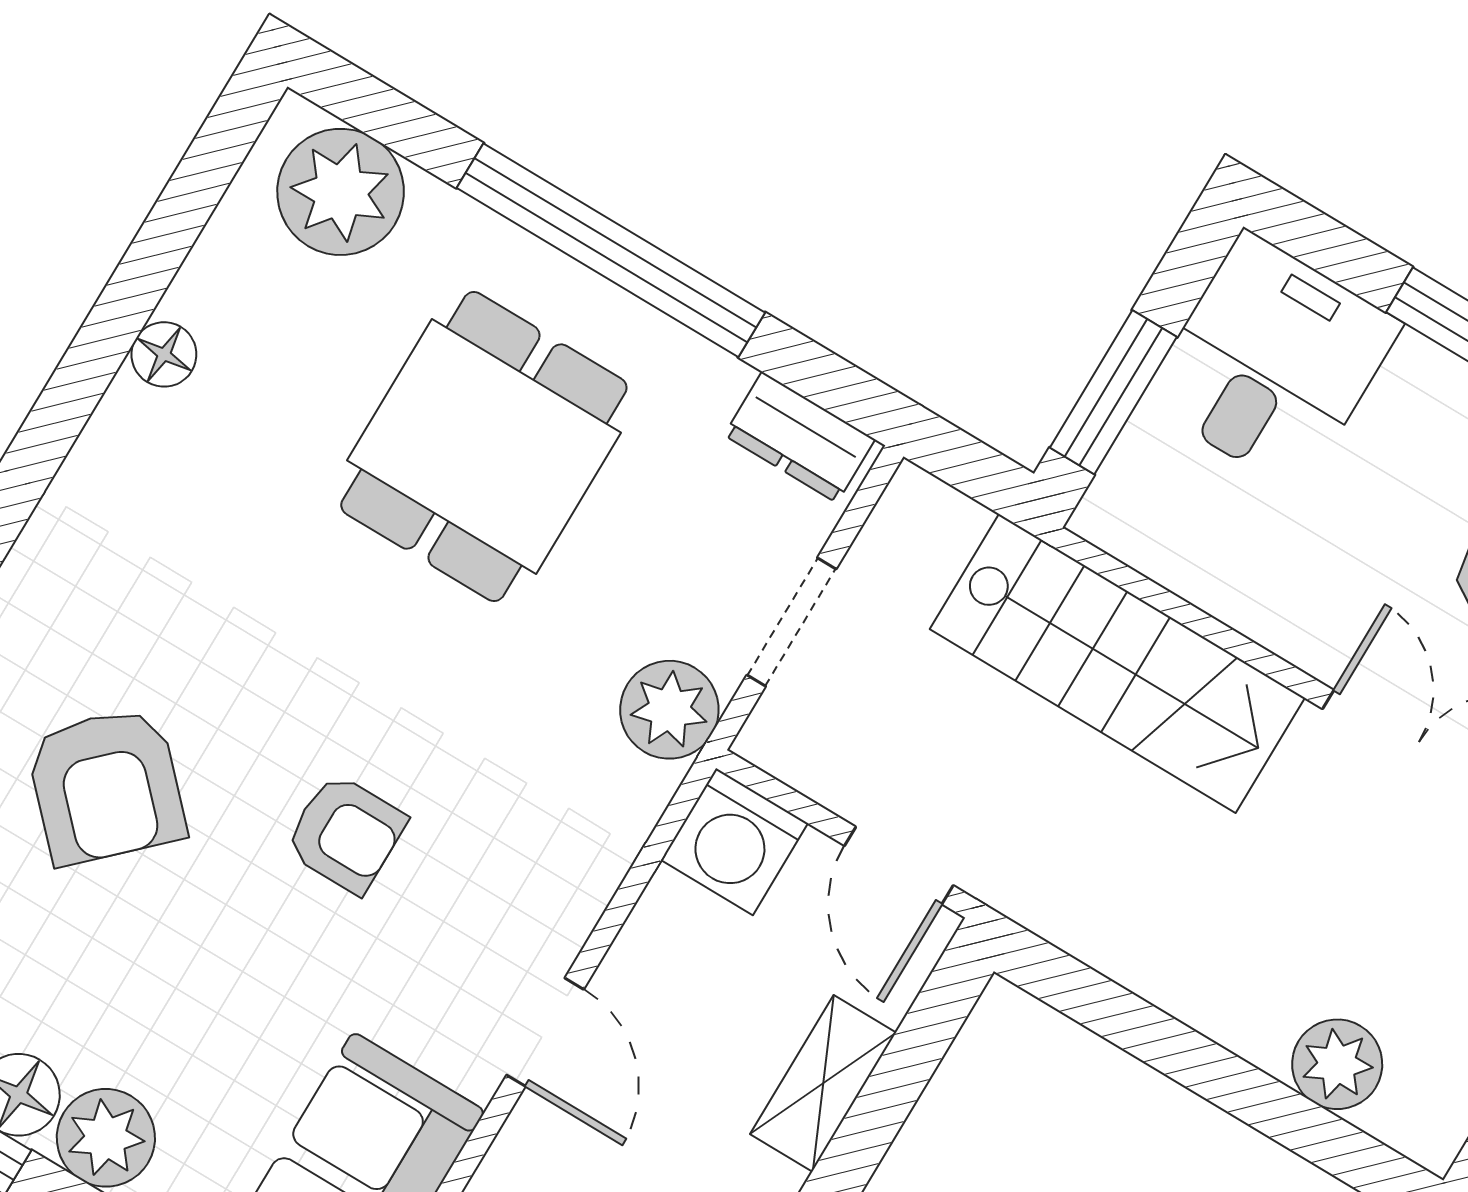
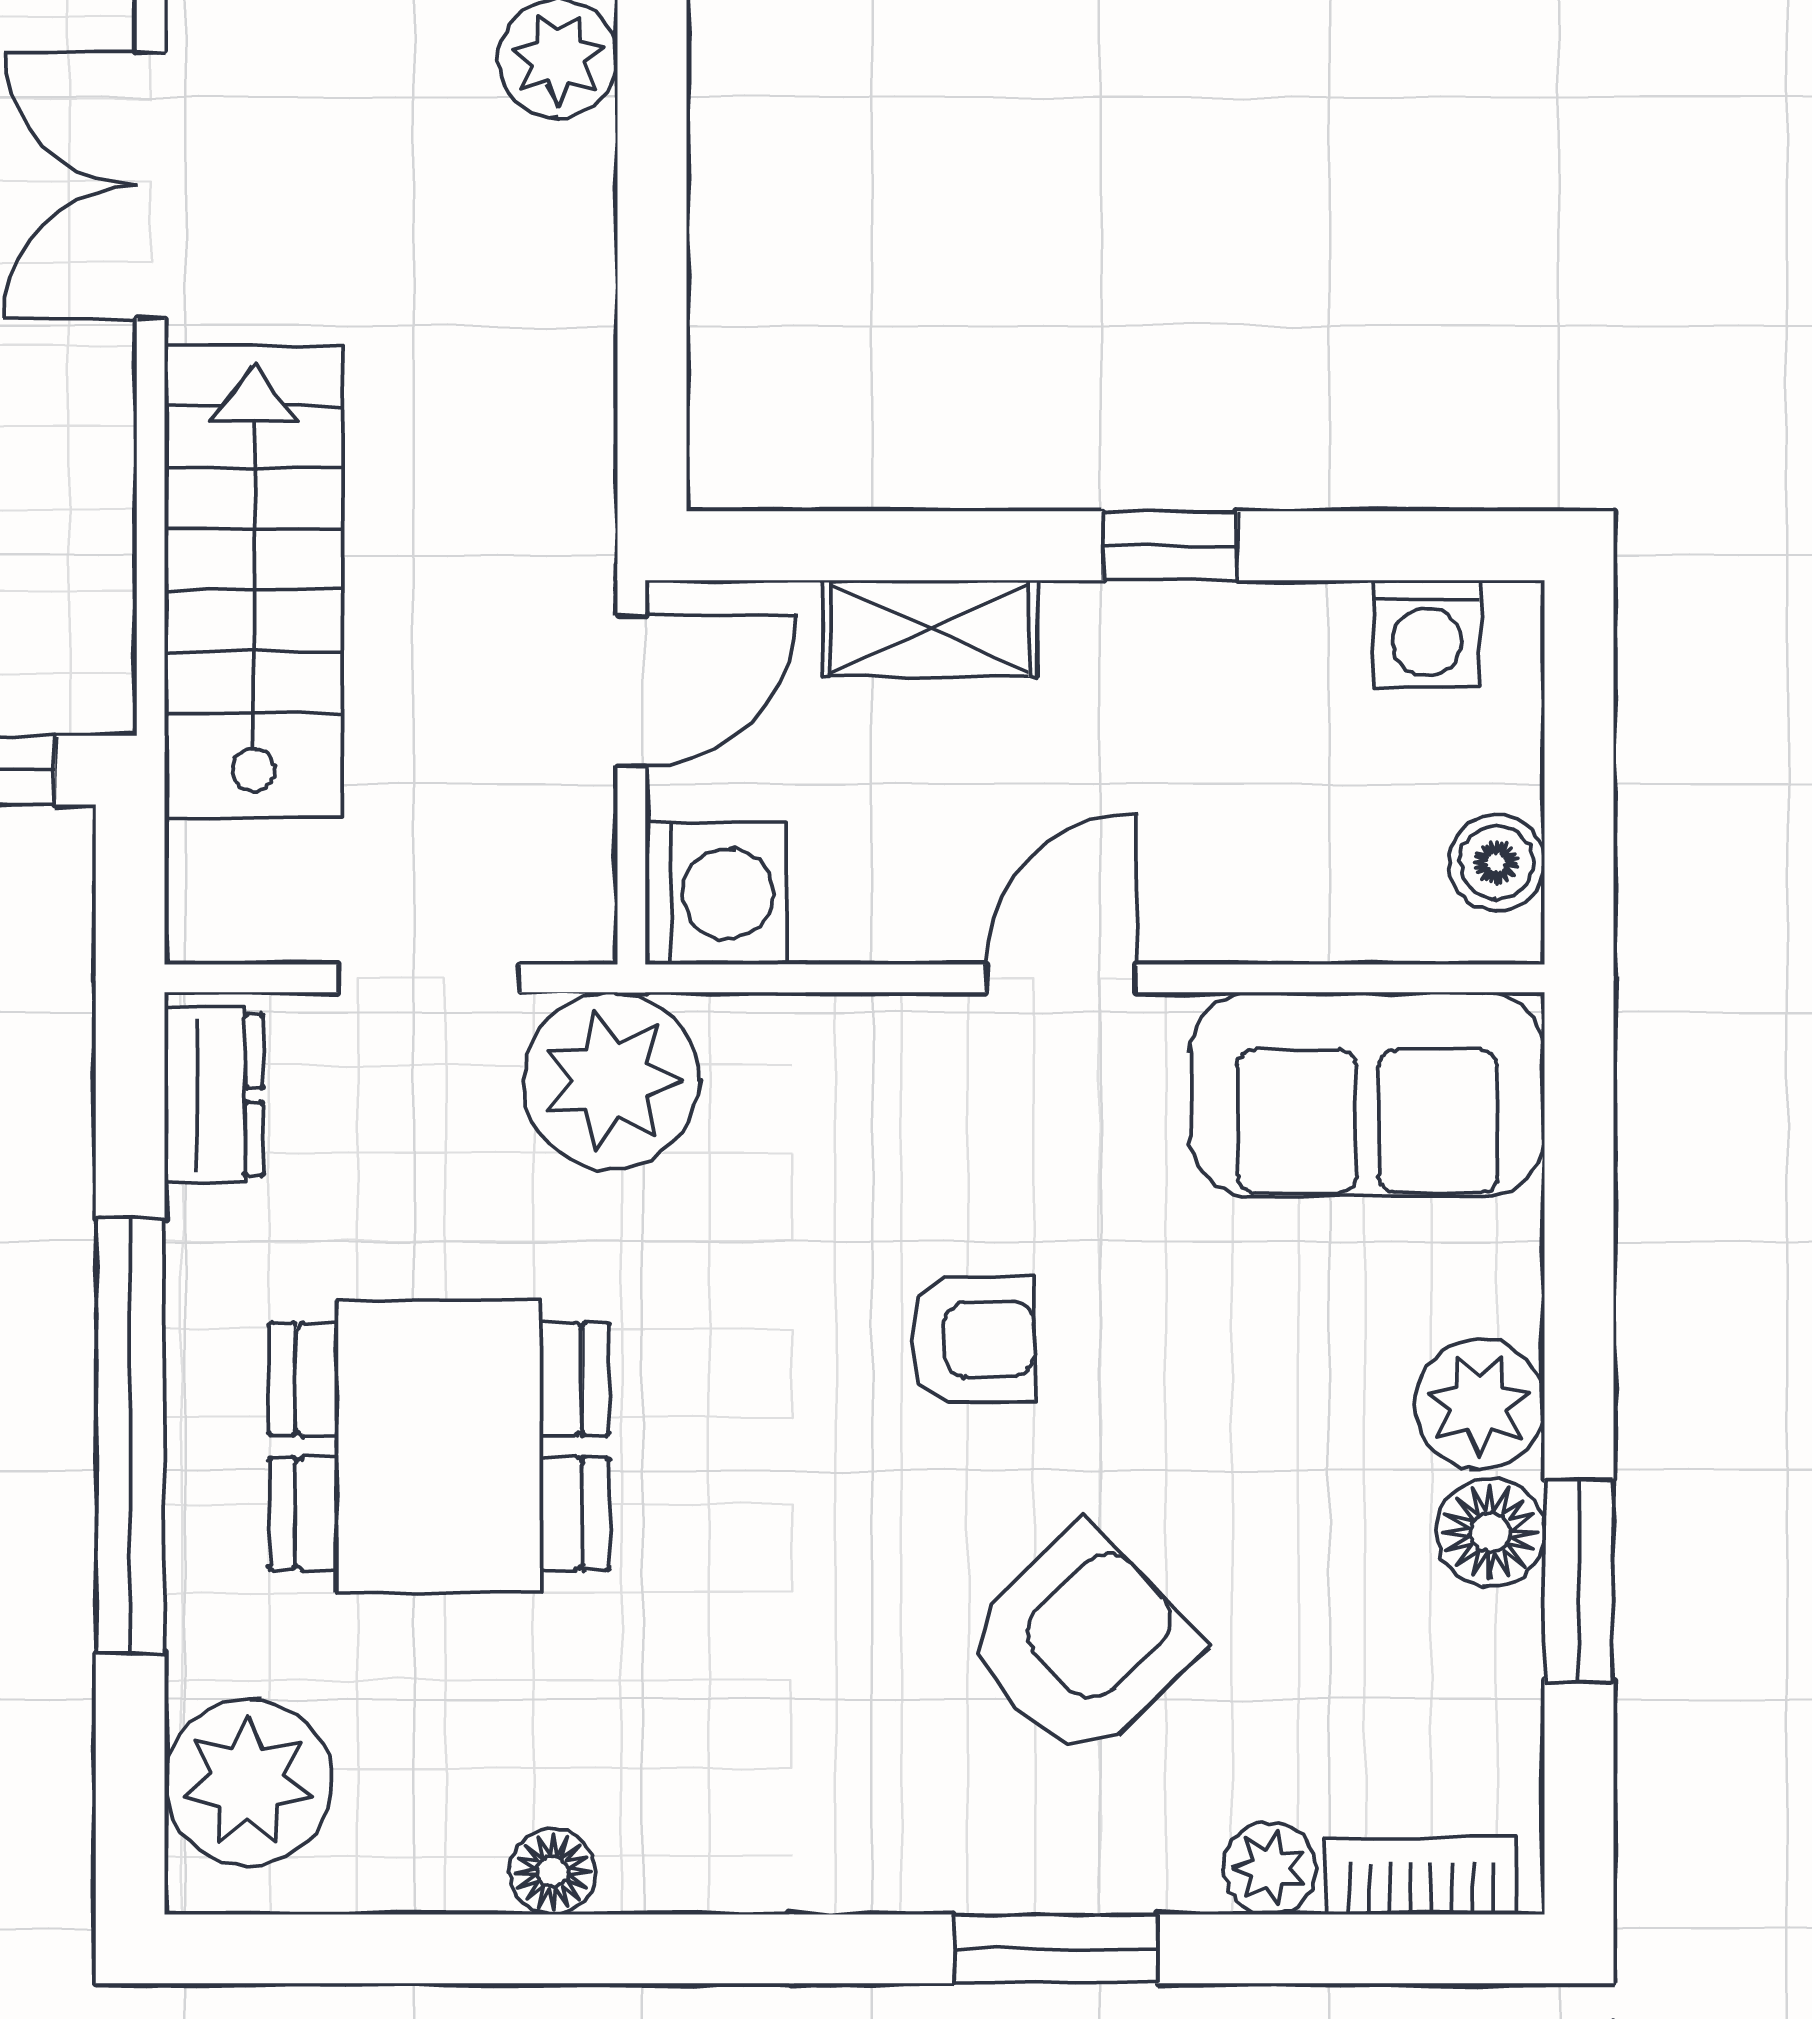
plant: (669, 710) -> (611, 1081), width x1.36, depth x1.36
armchair: (346, 834) -> (972, 1340), turned 89

